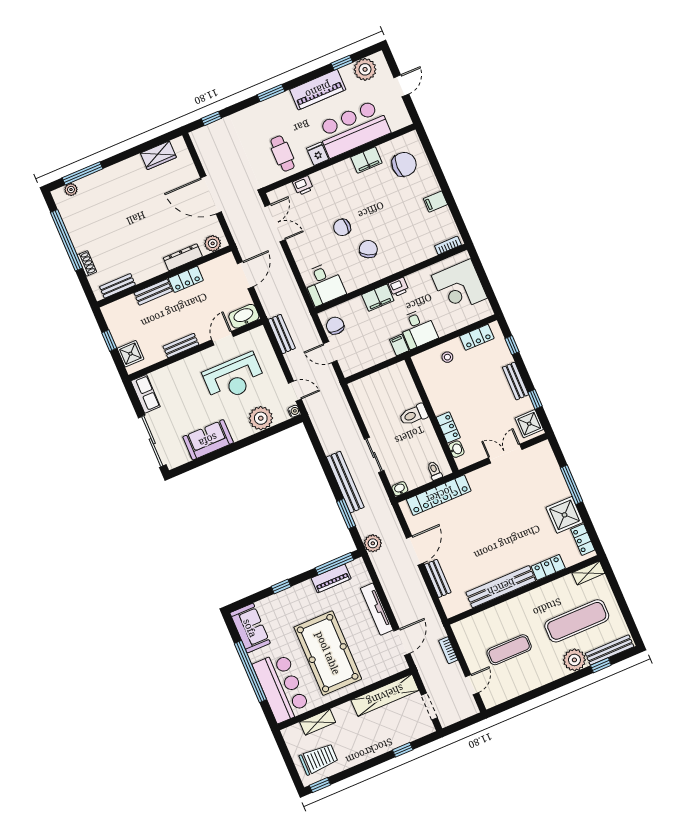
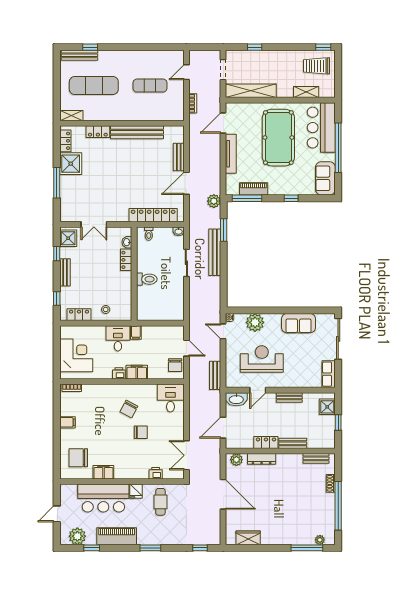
plant: (574, 660) -> (107, 59), removed

